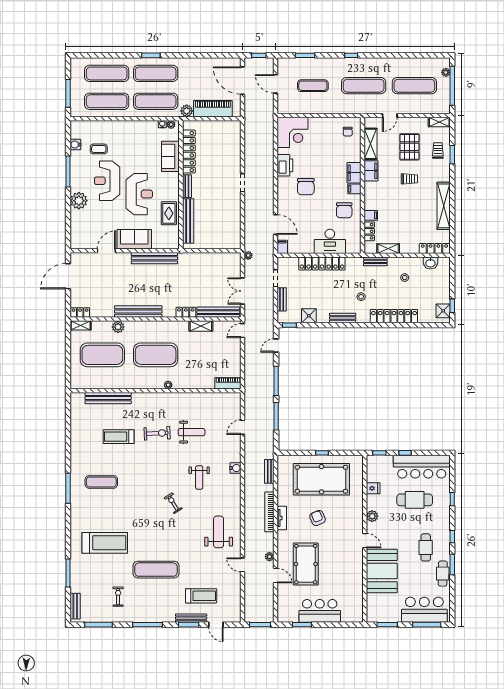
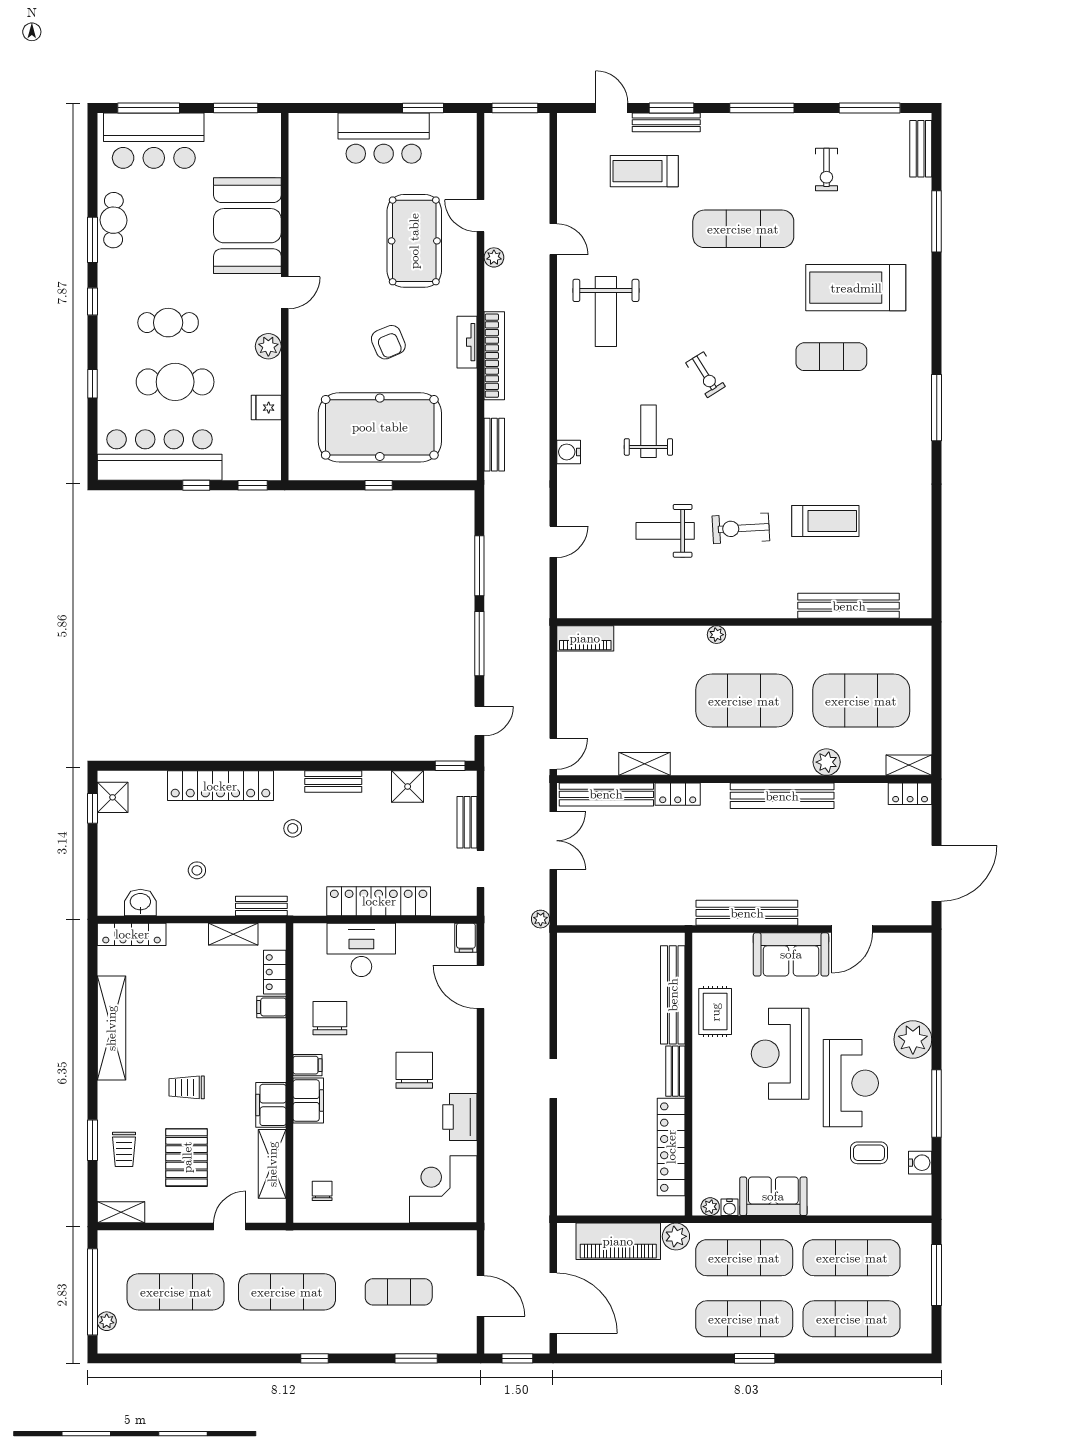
sofa: (170, 156) -> (773, 1196), moved, turned -90
exercise mat: (101, 482) -> (831, 357), moved
door: (365, 541) -> (285, 293), swing flipped
cafe table: (426, 547) -> (168, 323), moved, turned 90

